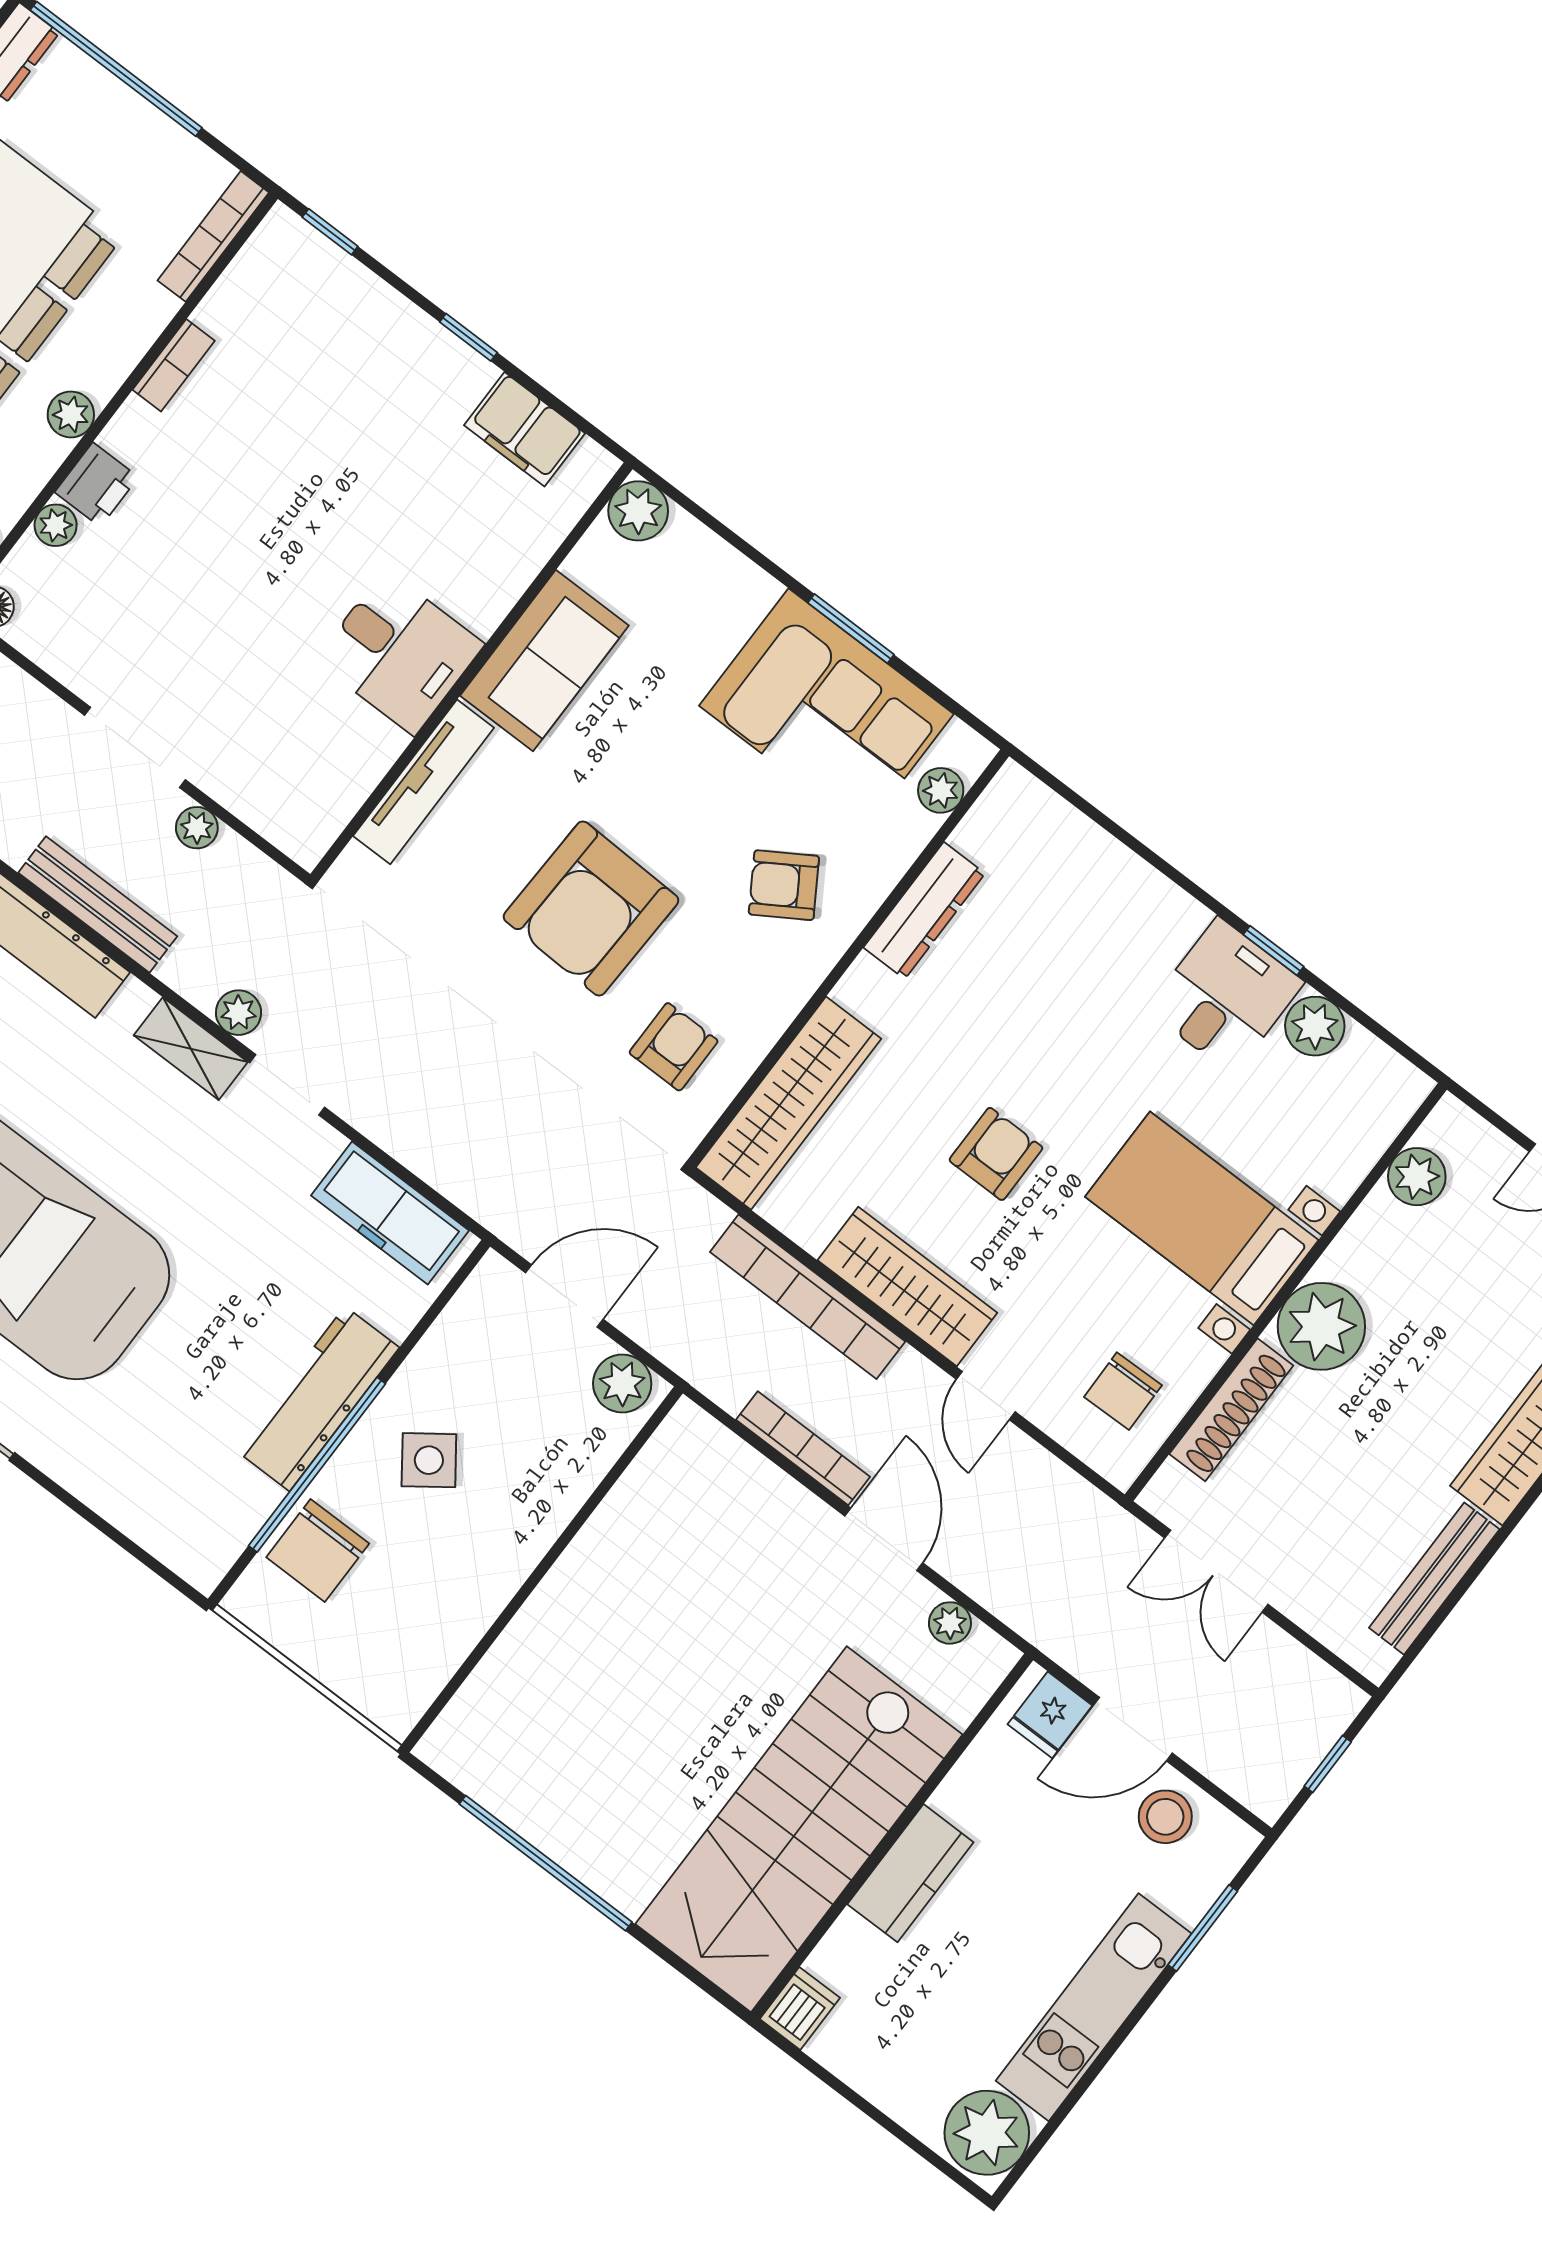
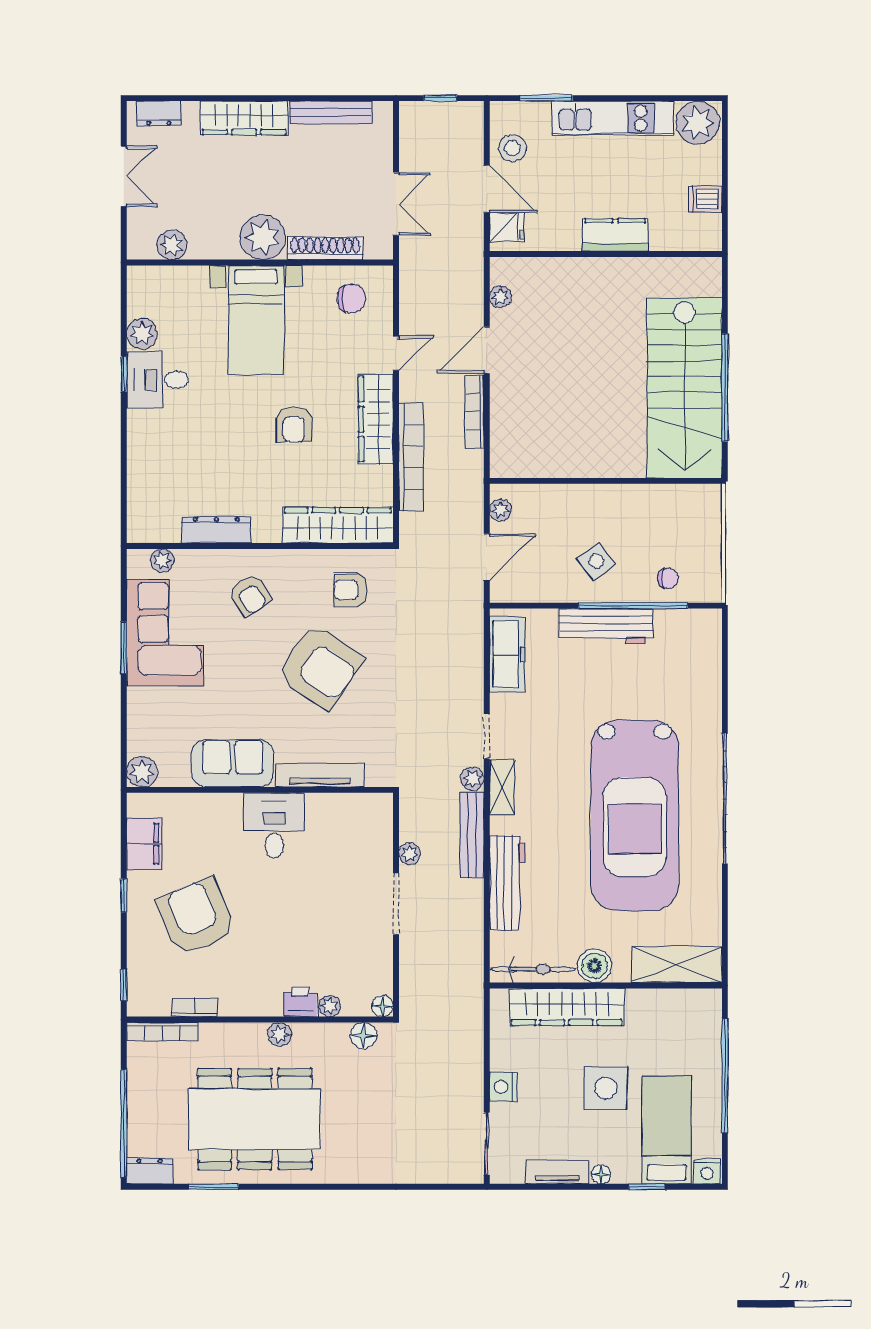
bookcase: (174, 365) -> (194, 1007), moved
armchair: (350, 423) -> (196, 917), added
bench: (98, 905) -> (472, 835), moved
armchair: (591, 909) -> (320, 667), turned 32
armchair: (996, 1154) -> (294, 424), turned -90
door: (564, 1296) -> (487, 557), swing flipped
plant: (622, 1384) -> (500, 510), width x0.73, depth x0.73
chair: (318, 1550) -> (668, 579), width x0.54, depth x0.54
stairs: (799, 1829) -> (685, 388), moved, turned 90
dishwasher: (800, 2008) -> (705, 199), moved

